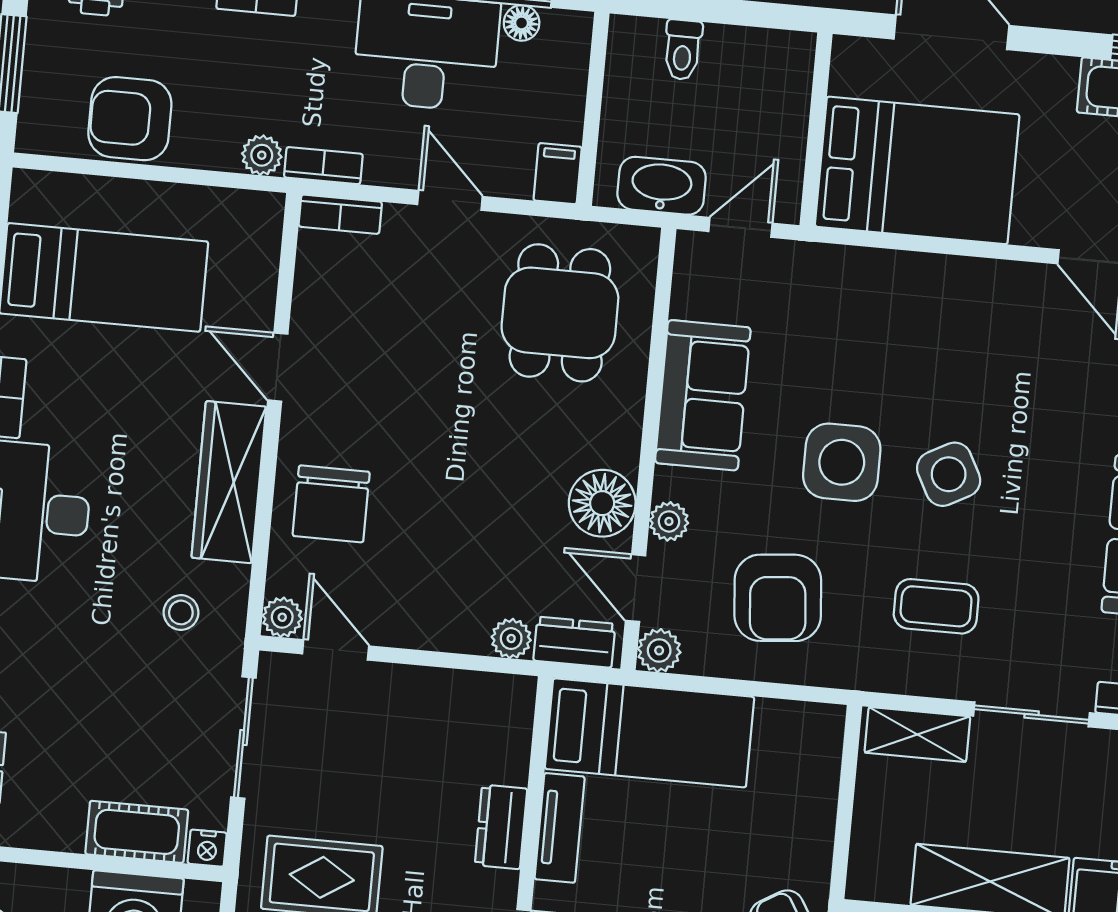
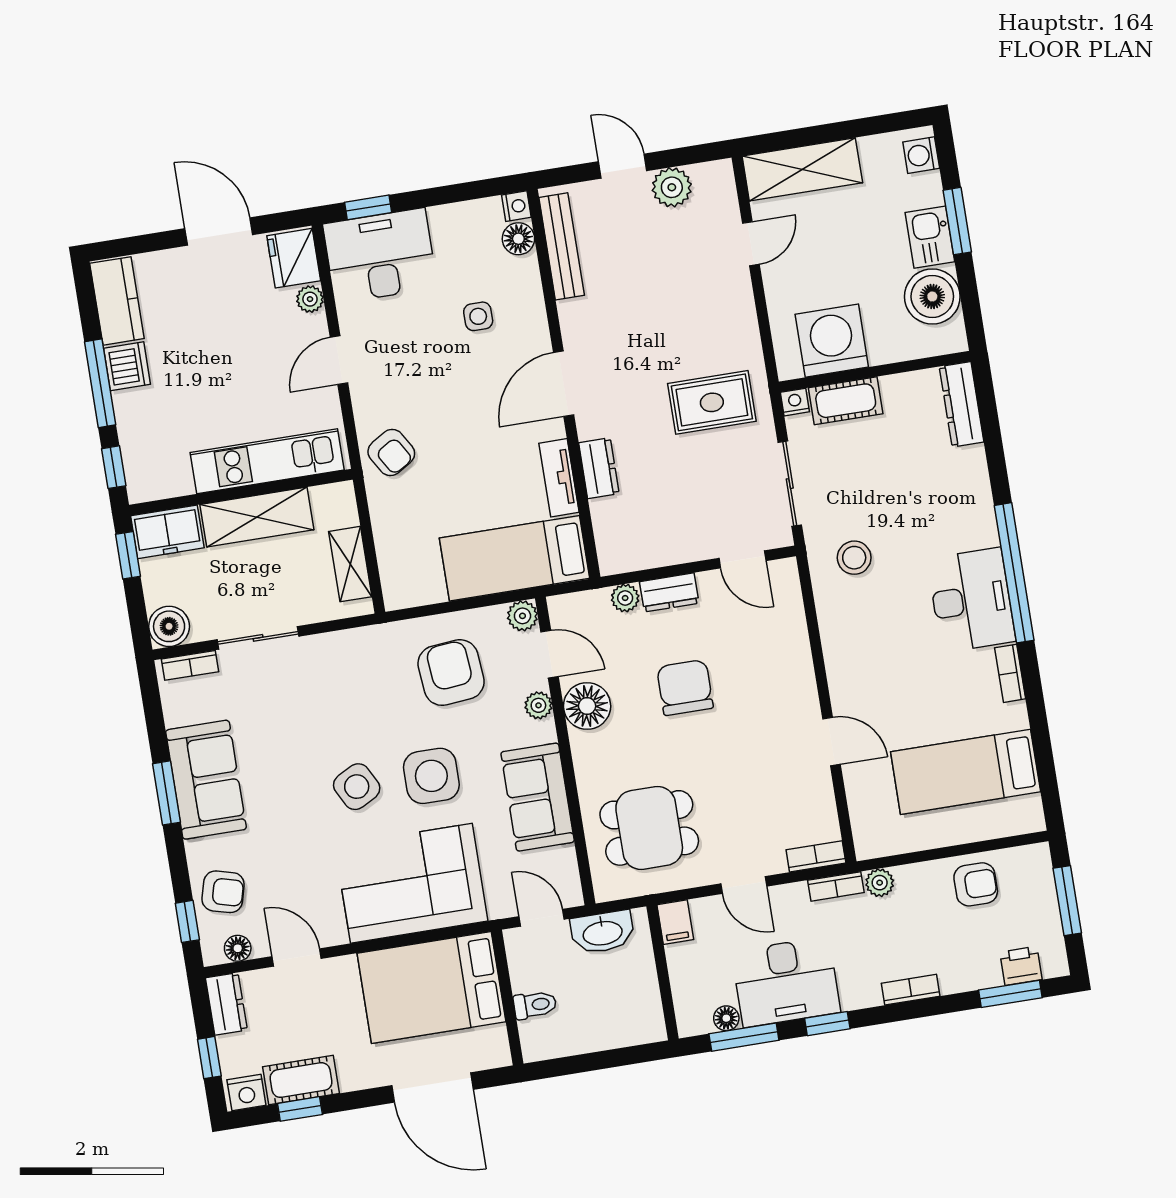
toilet: (683, 50) -> (535, 1005), moved, turned 90
armchair: (130, 119) -> (976, 884), width x0.72, depth x0.72
door: (740, 227) -> (542, 918), swing flipped
dining table: (560, 313) -> (649, 828), turned 90
corner sofa: (908, 322) -> (411, 883), added
wardrobe: (229, 482) -> (845, 655), removed
chair: (331, 504) -> (685, 688), moved
coffee table: (936, 606) -> (342, 695), removed
stool: (181, 612) -> (854, 558), width x1.37, depth x1.37
plant: (282, 617) -> (785, 572), removed
dresser: (574, 642) -> (669, 592), moved
shelving: (917, 735) -> (350, 564), moved, turned 90

